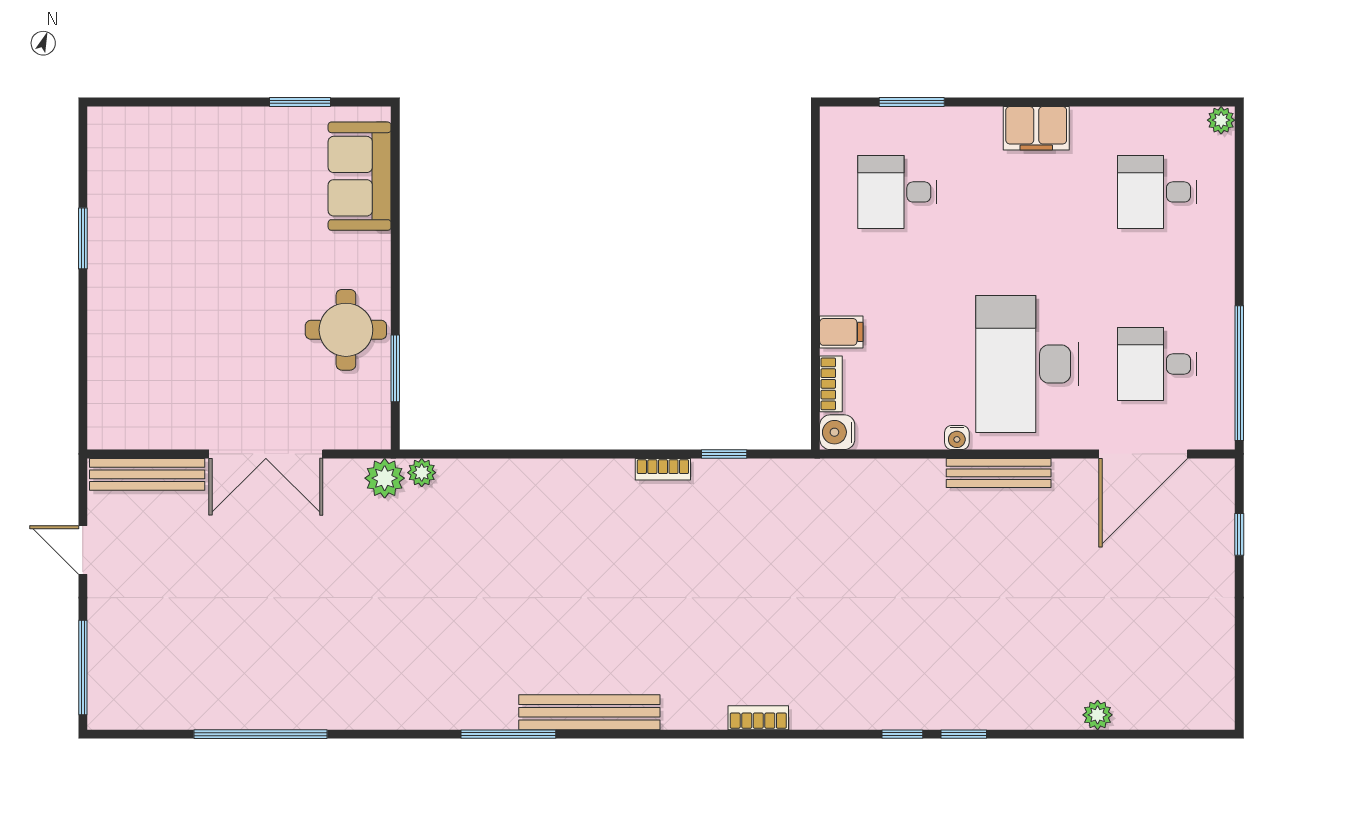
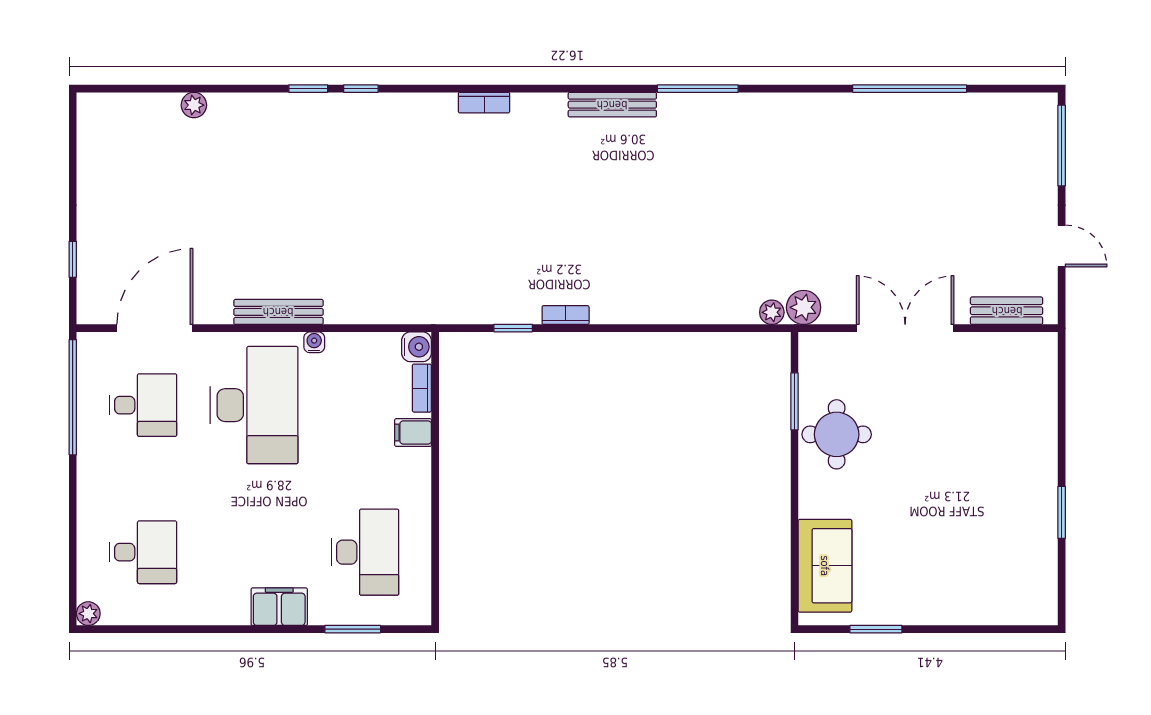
filing cabinet: (1036, 128) -> (279, 607), moved
desk: (897, 192) -> (365, 552), width x1.37
bench: (147, 474) -> (1007, 311), width x0.73
bench: (589, 712) -> (612, 105), width x0.73, depth x0.82

